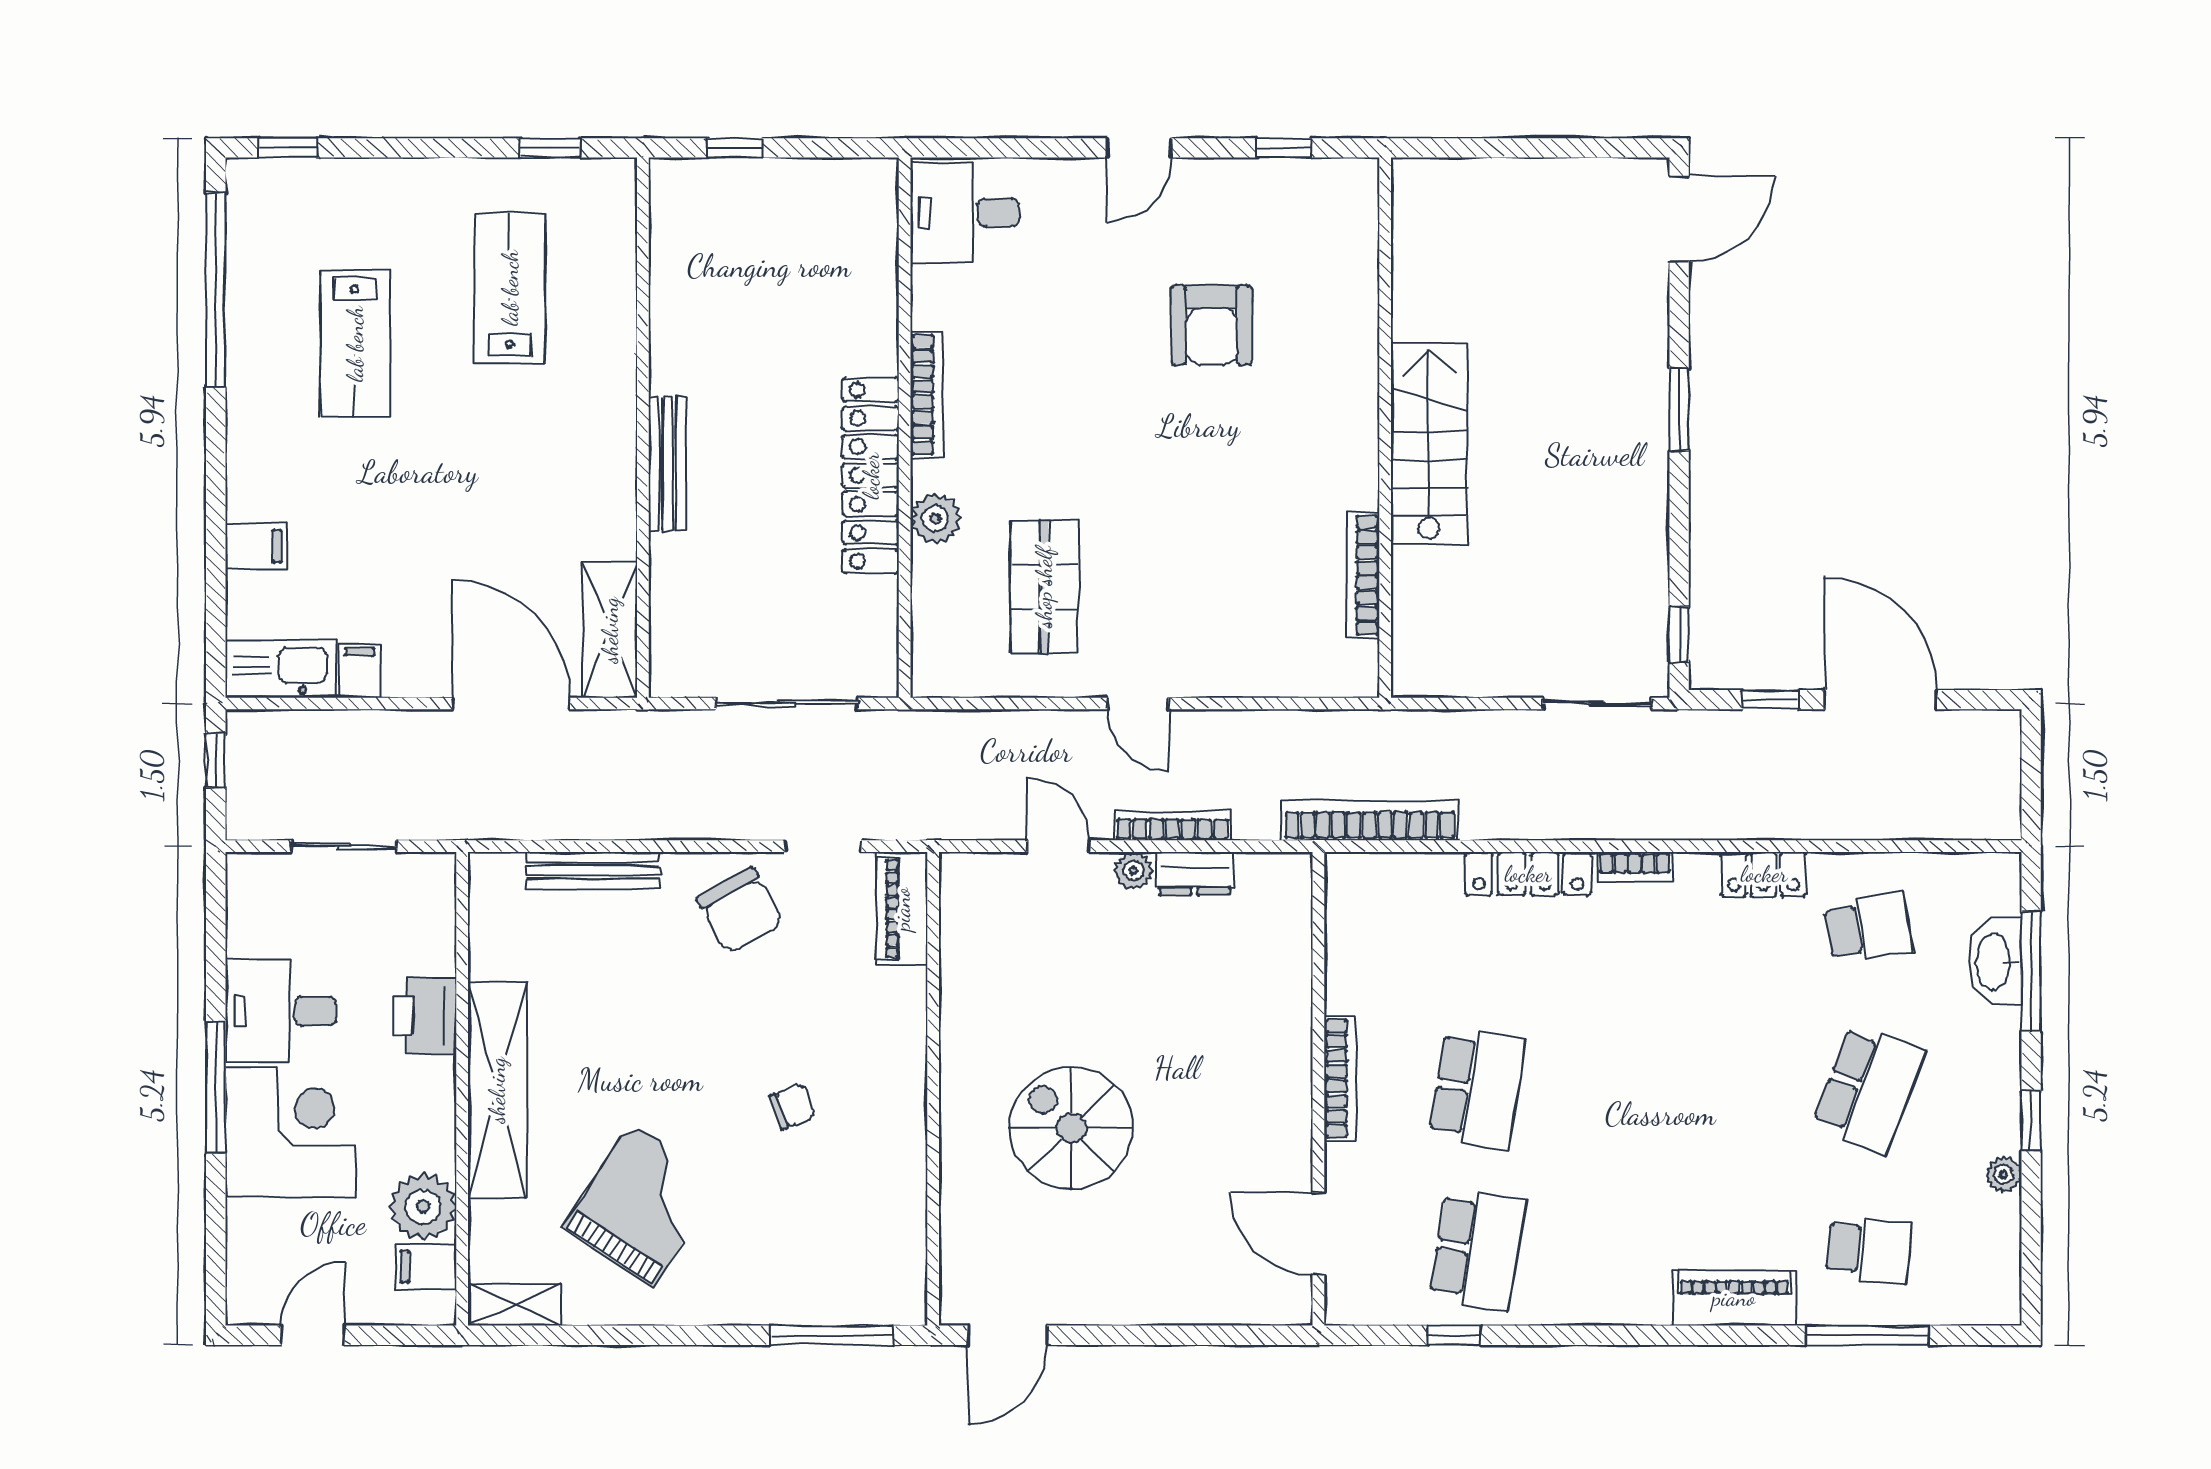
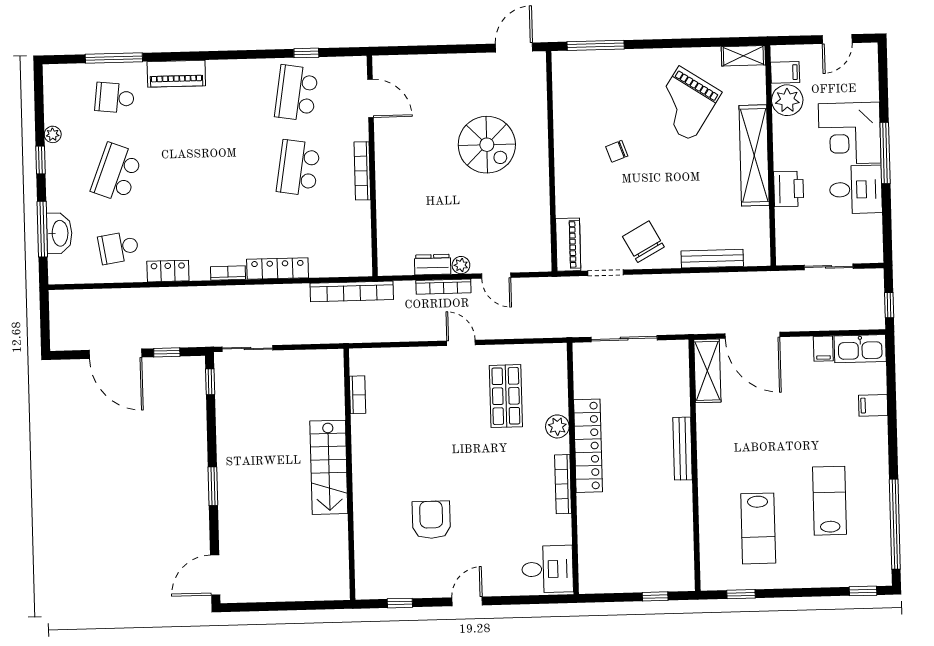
bookcase: (1363, 575) -> (357, 395), width x0.64

